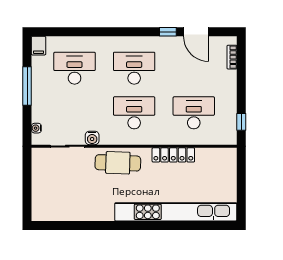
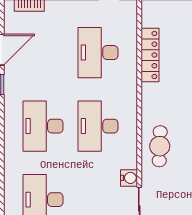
locker: (173, 155) -> (150, 55), moved
cafe table: (118, 163) -> (160, 146), width x0.73, depth x0.74

